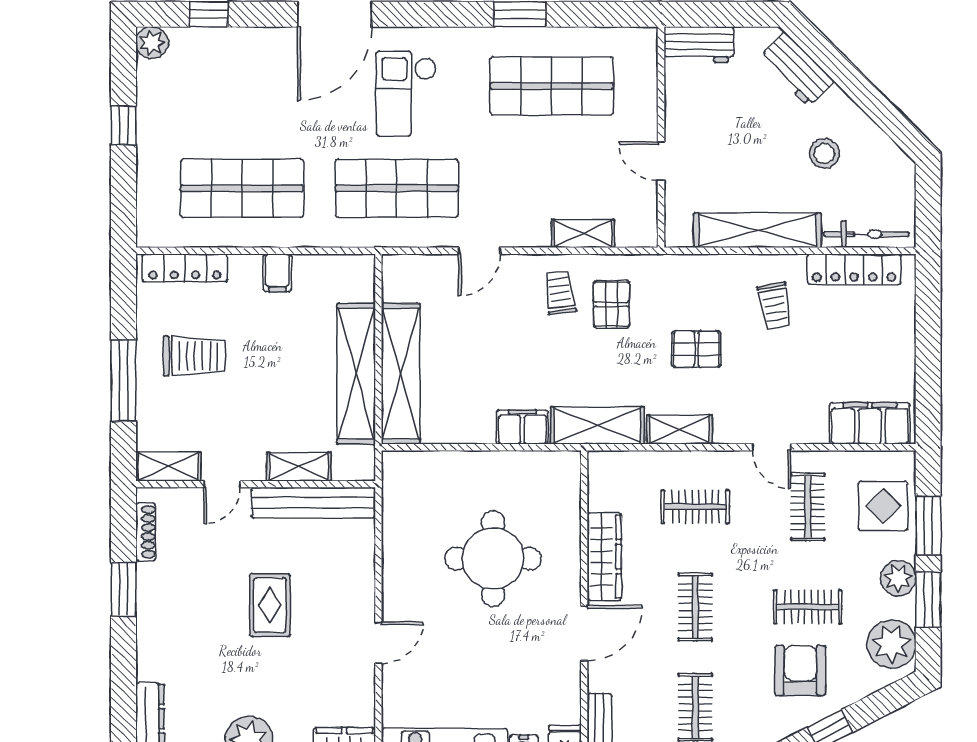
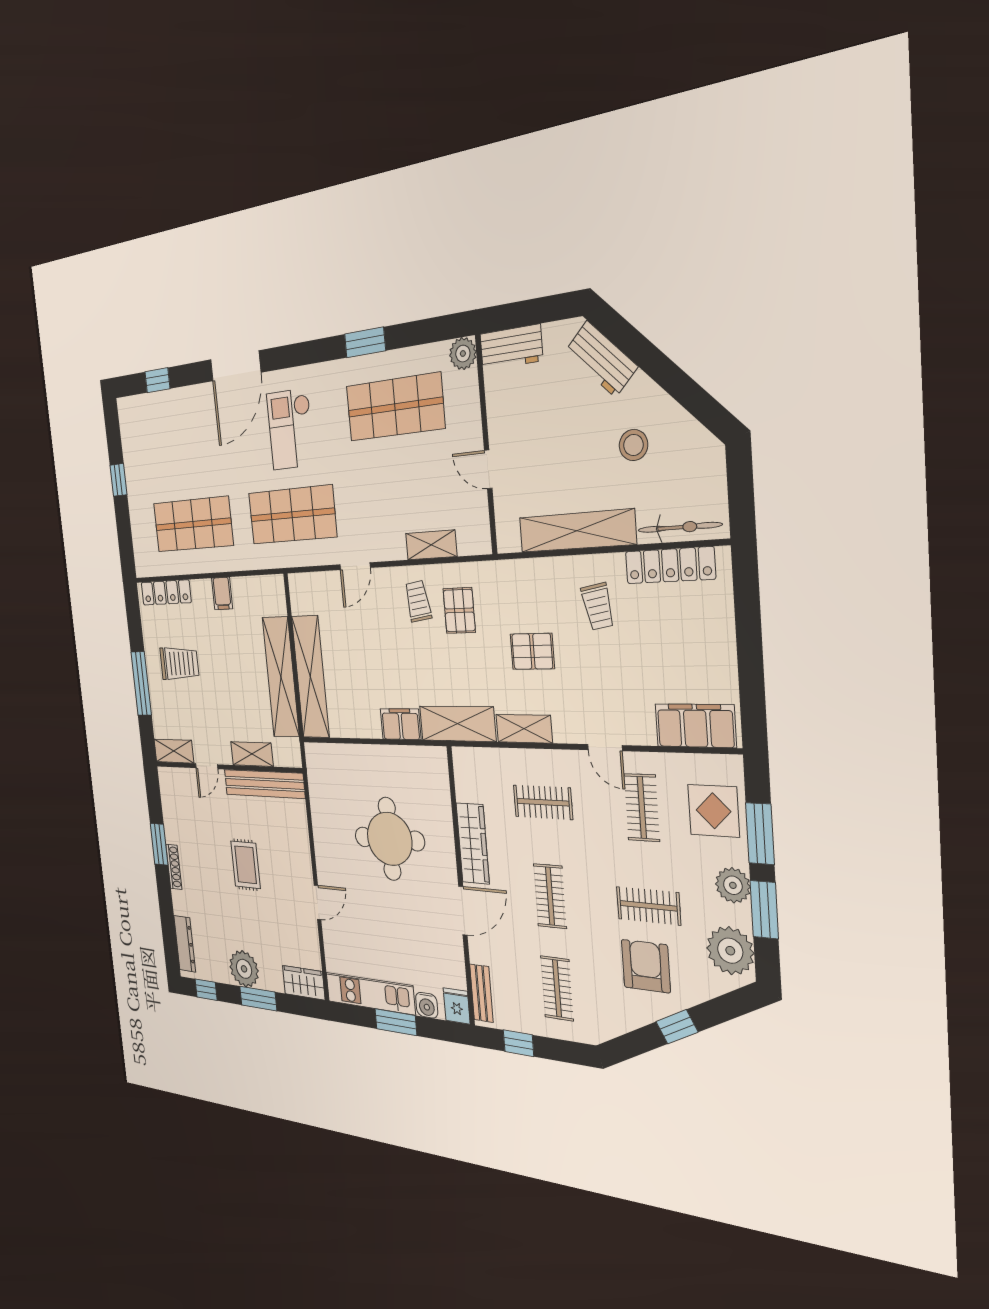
plant: (152, 43) -> (463, 354), moved
shoe rack: (146, 532) -> (174, 867), moved

